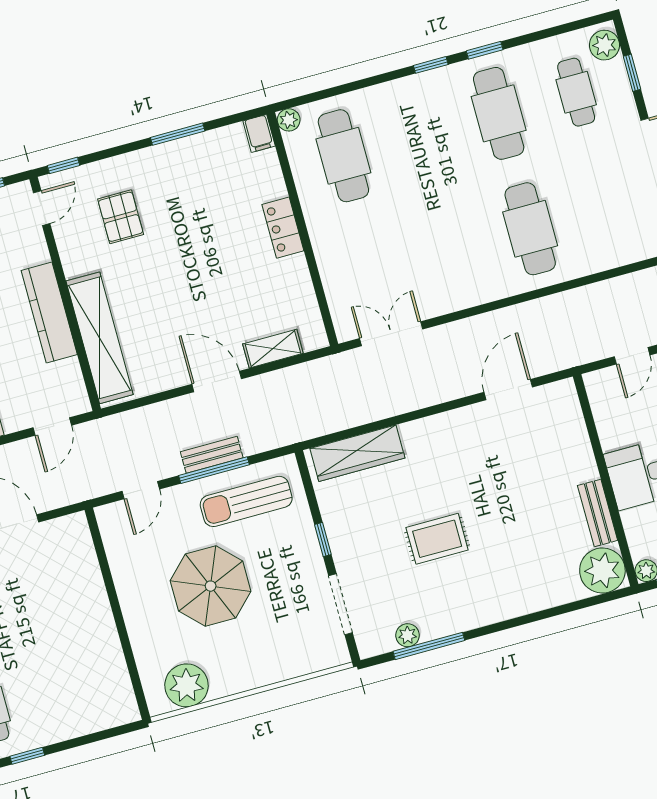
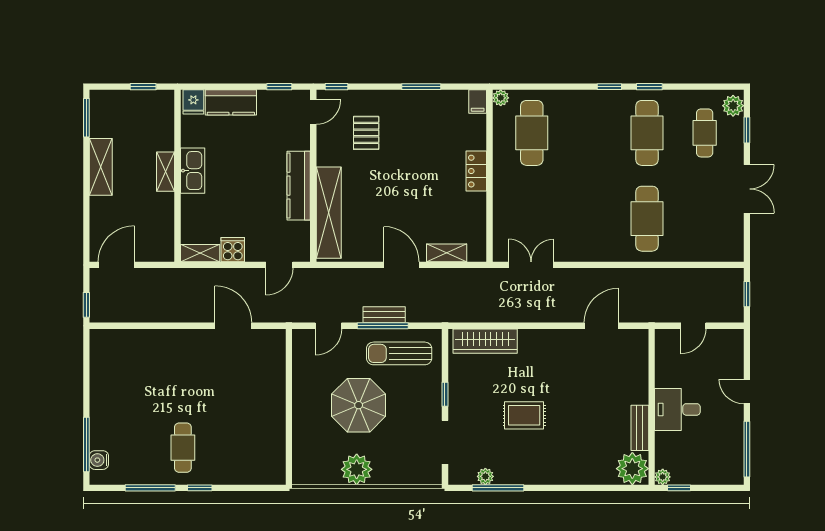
plant: (187, 685) -> (357, 469), moved

